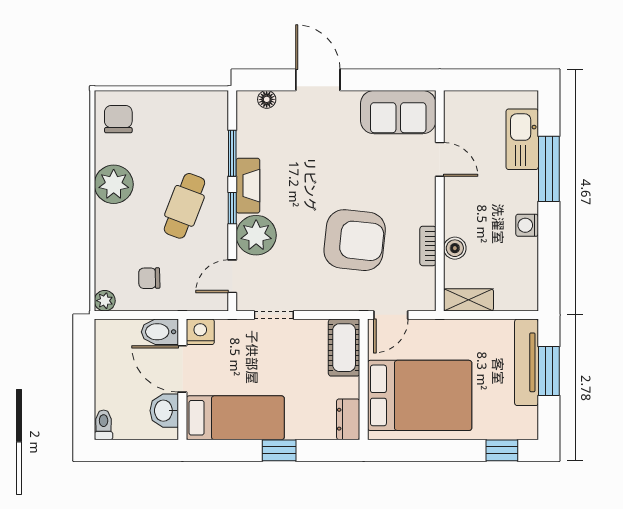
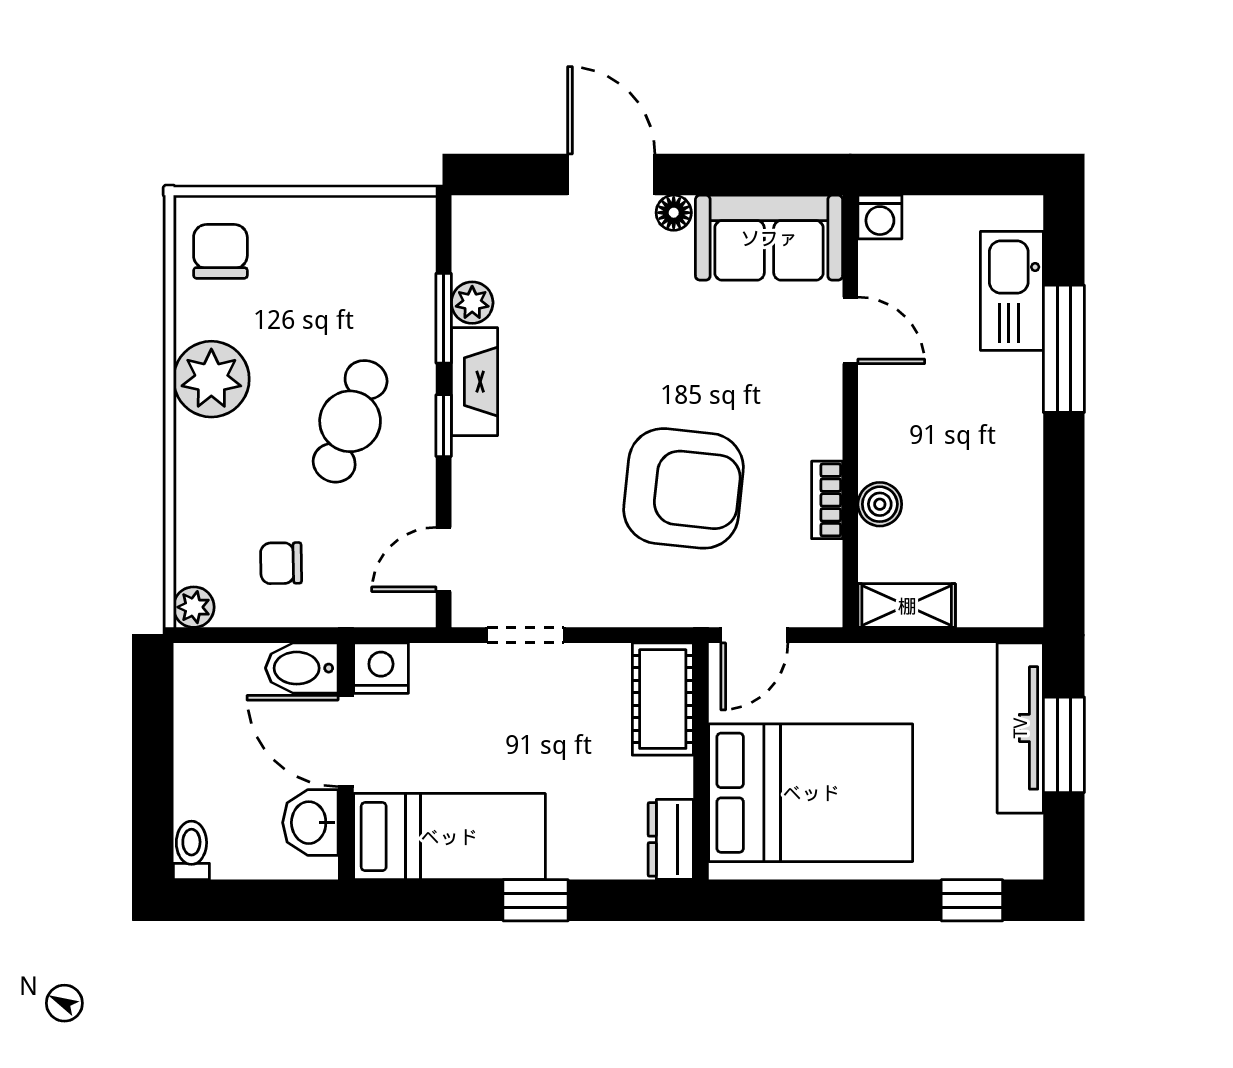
floor lamp: (267, 99) -> (674, 213), moved
washing machine: (527, 225) -> (880, 217), moved, turned -90
plant: (256, 235) -> (472, 303), moved, width x0.53, depth x0.53

